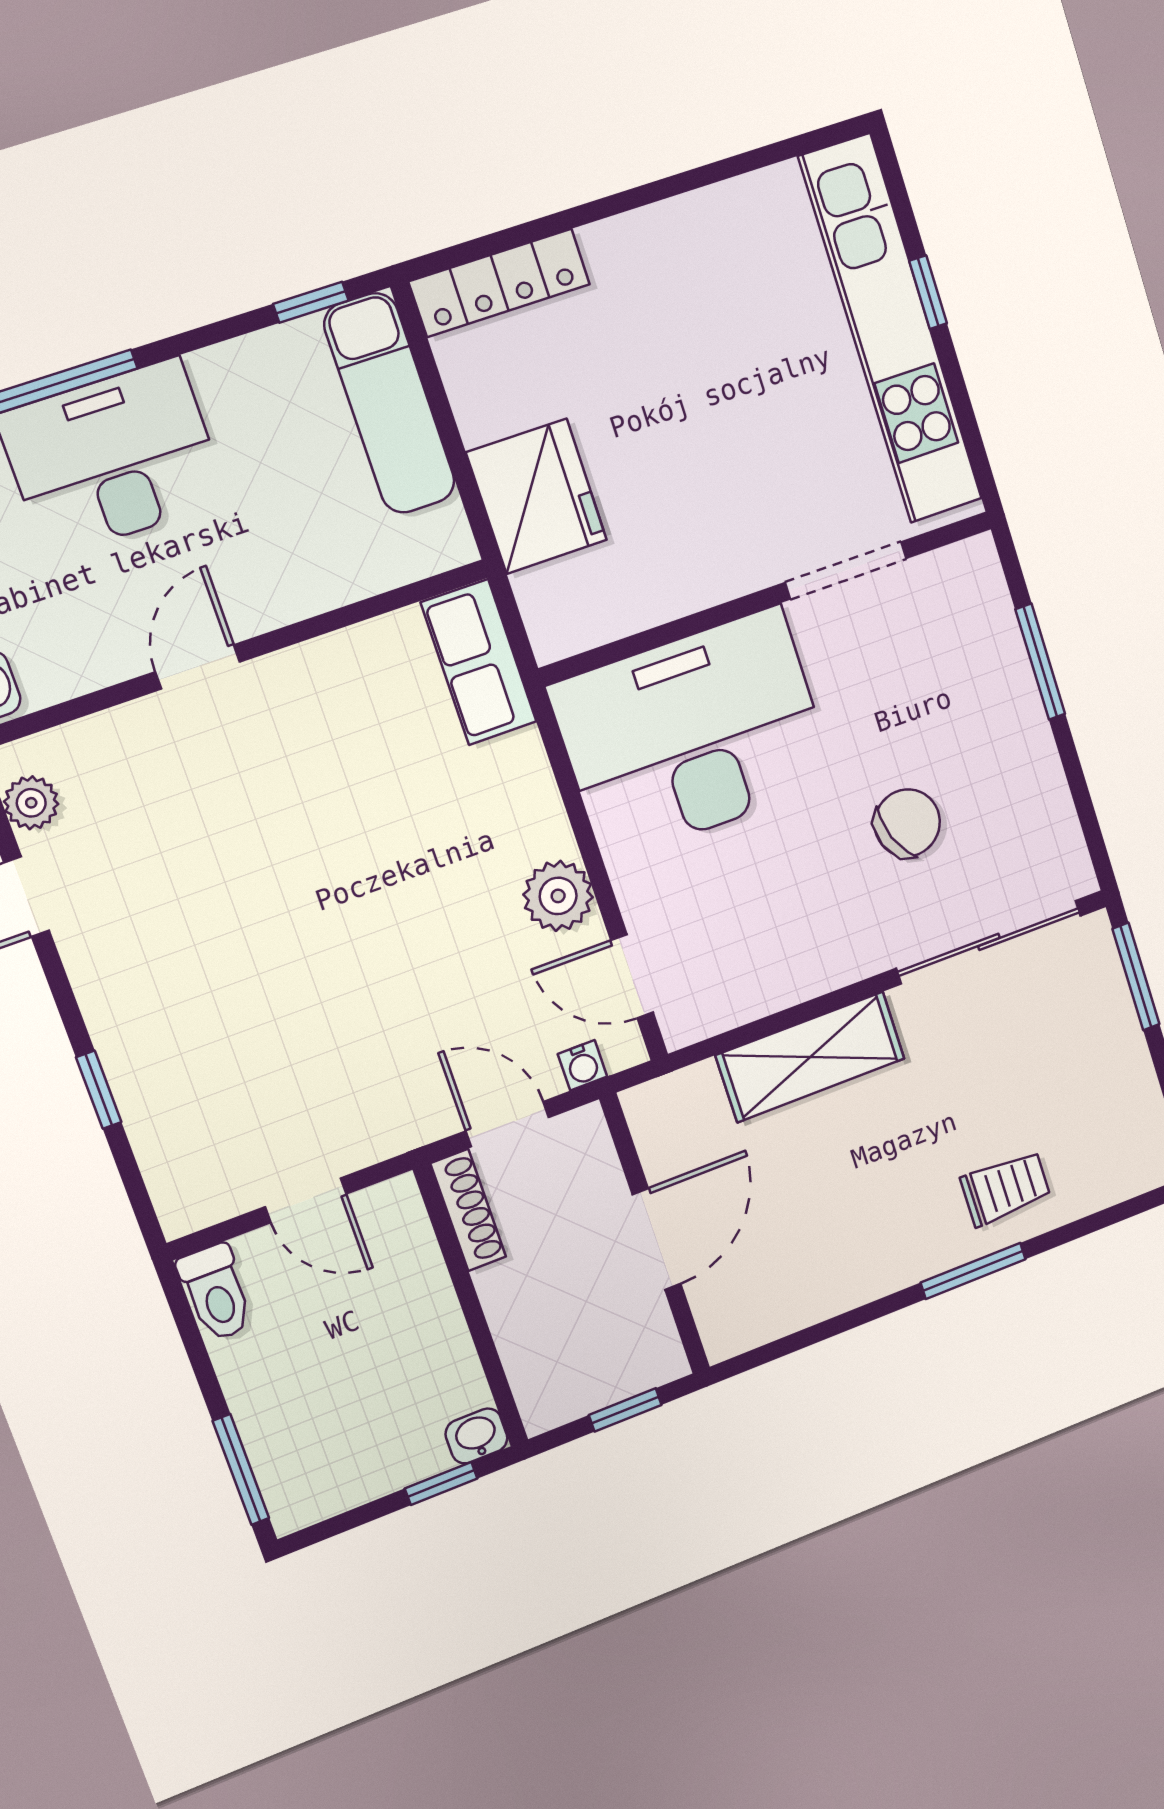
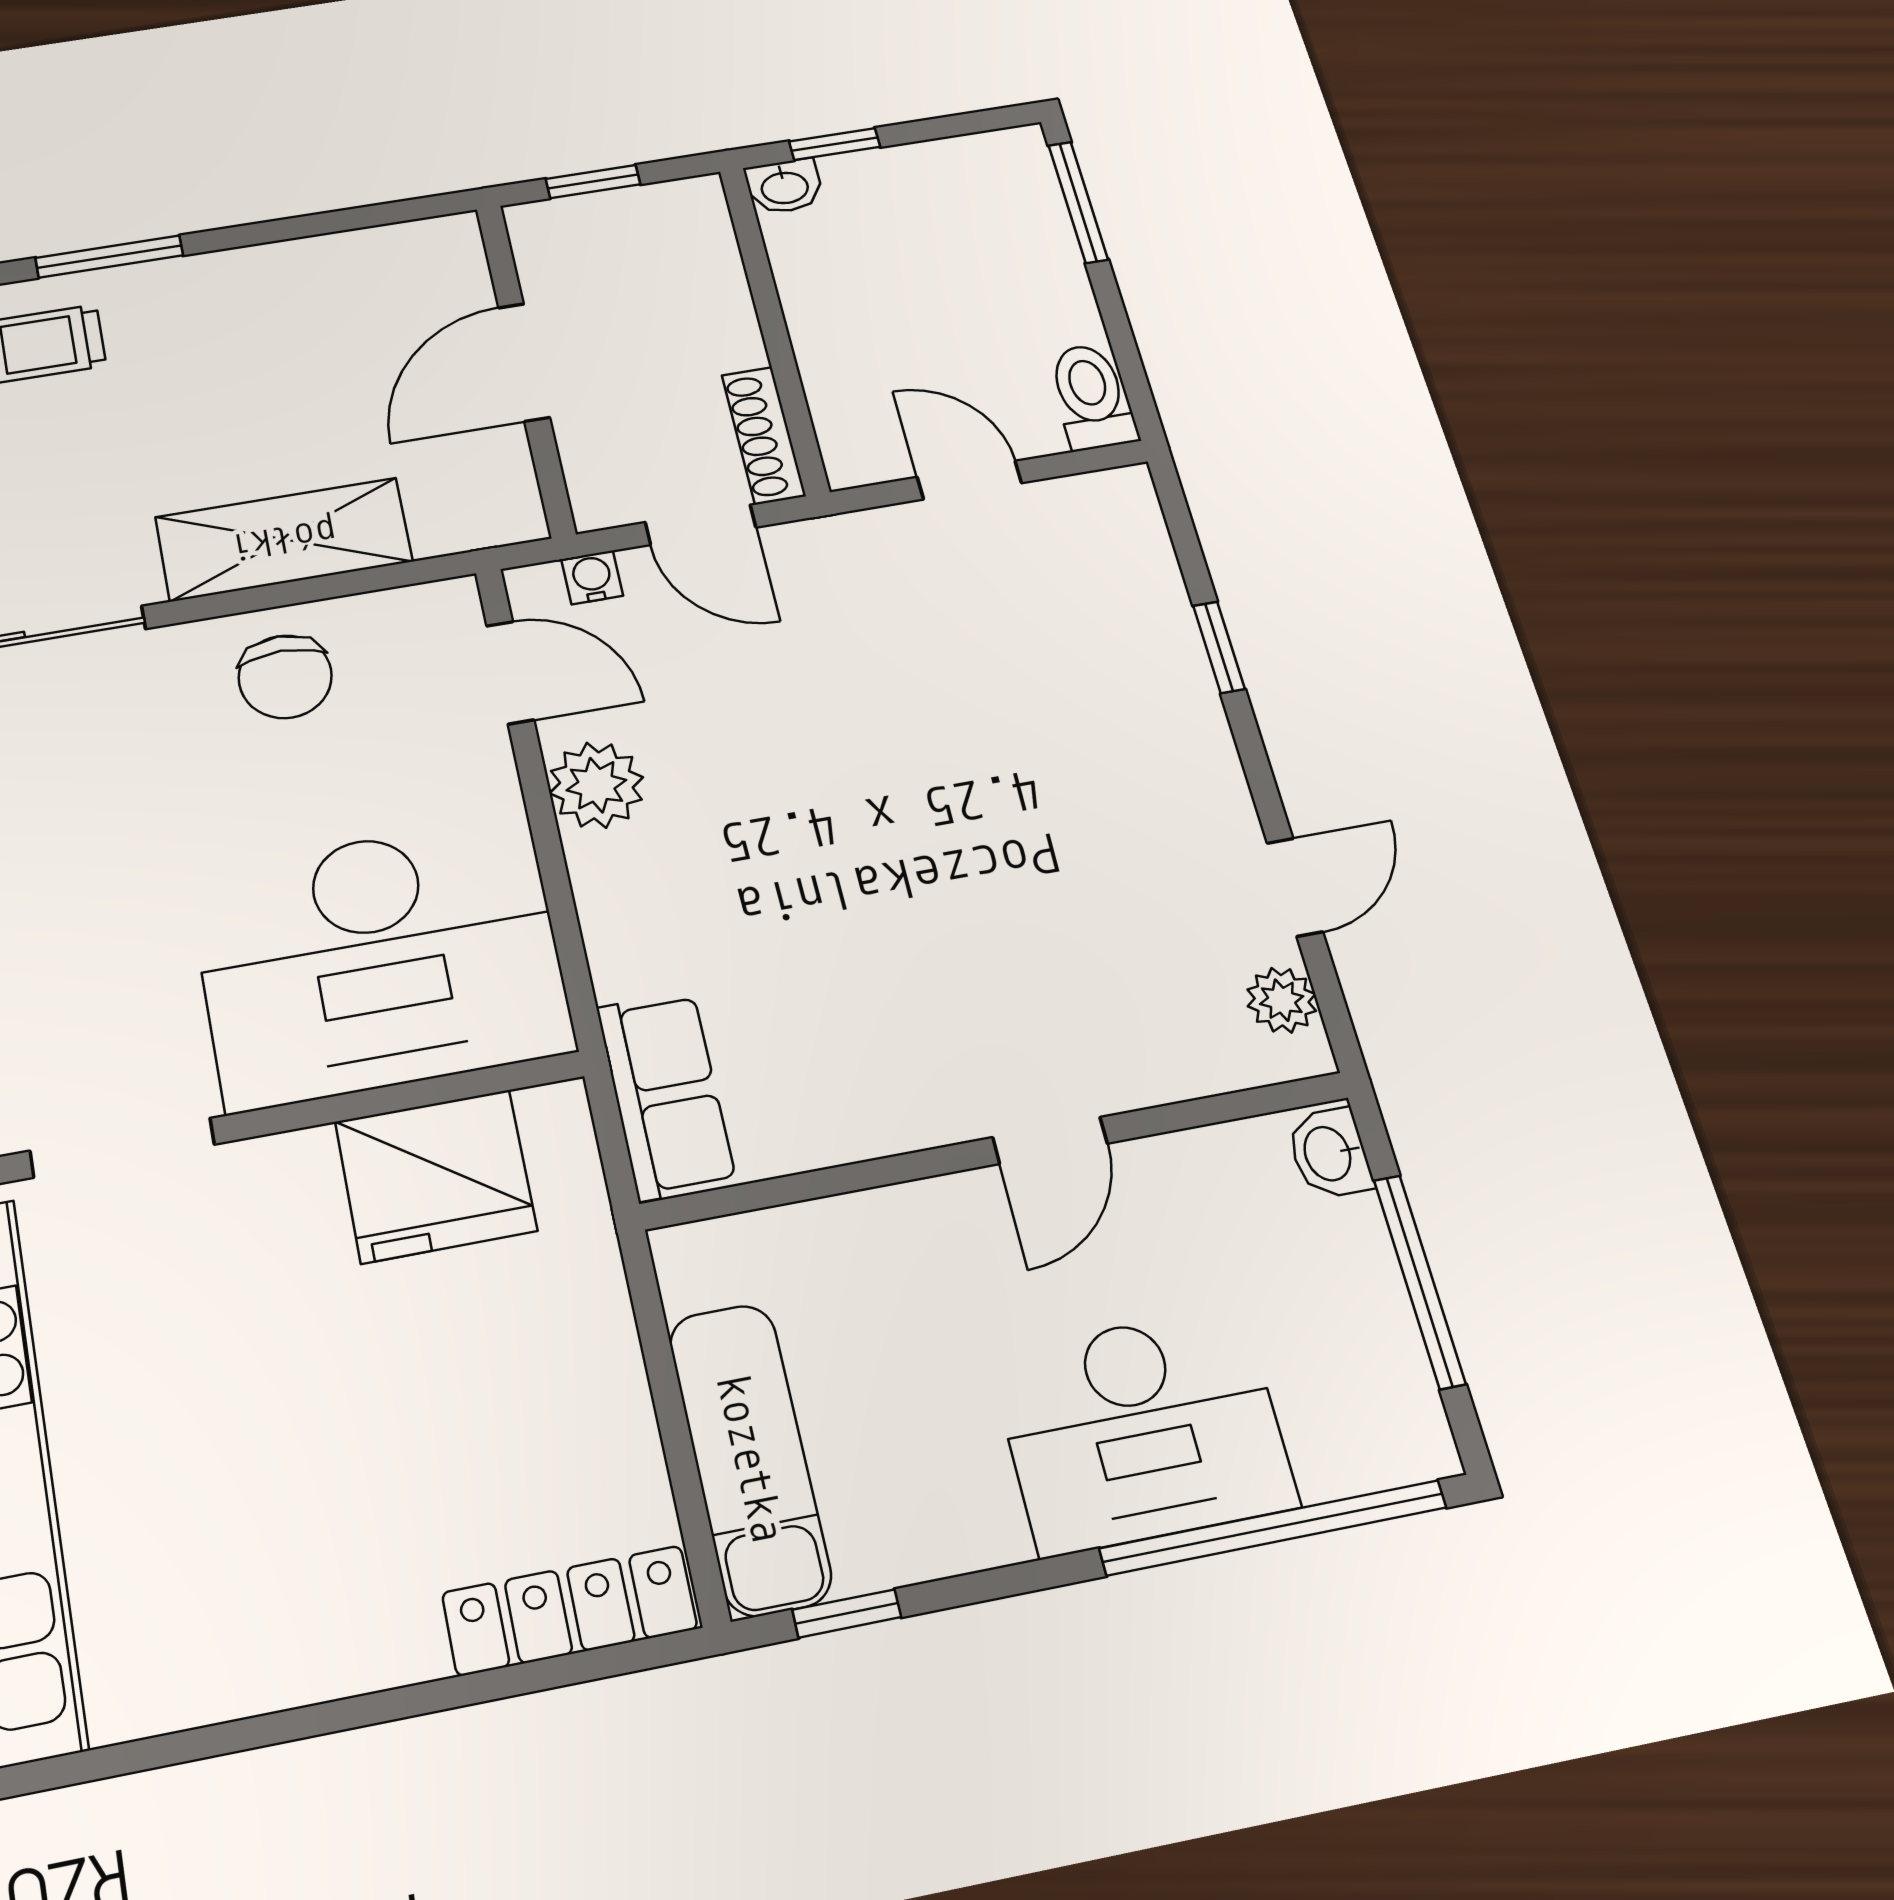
fridge: (537, 496) -> (436, 1176), moved, turned -90
chair: (907, 823) -> (285, 677), moved, turned -69

